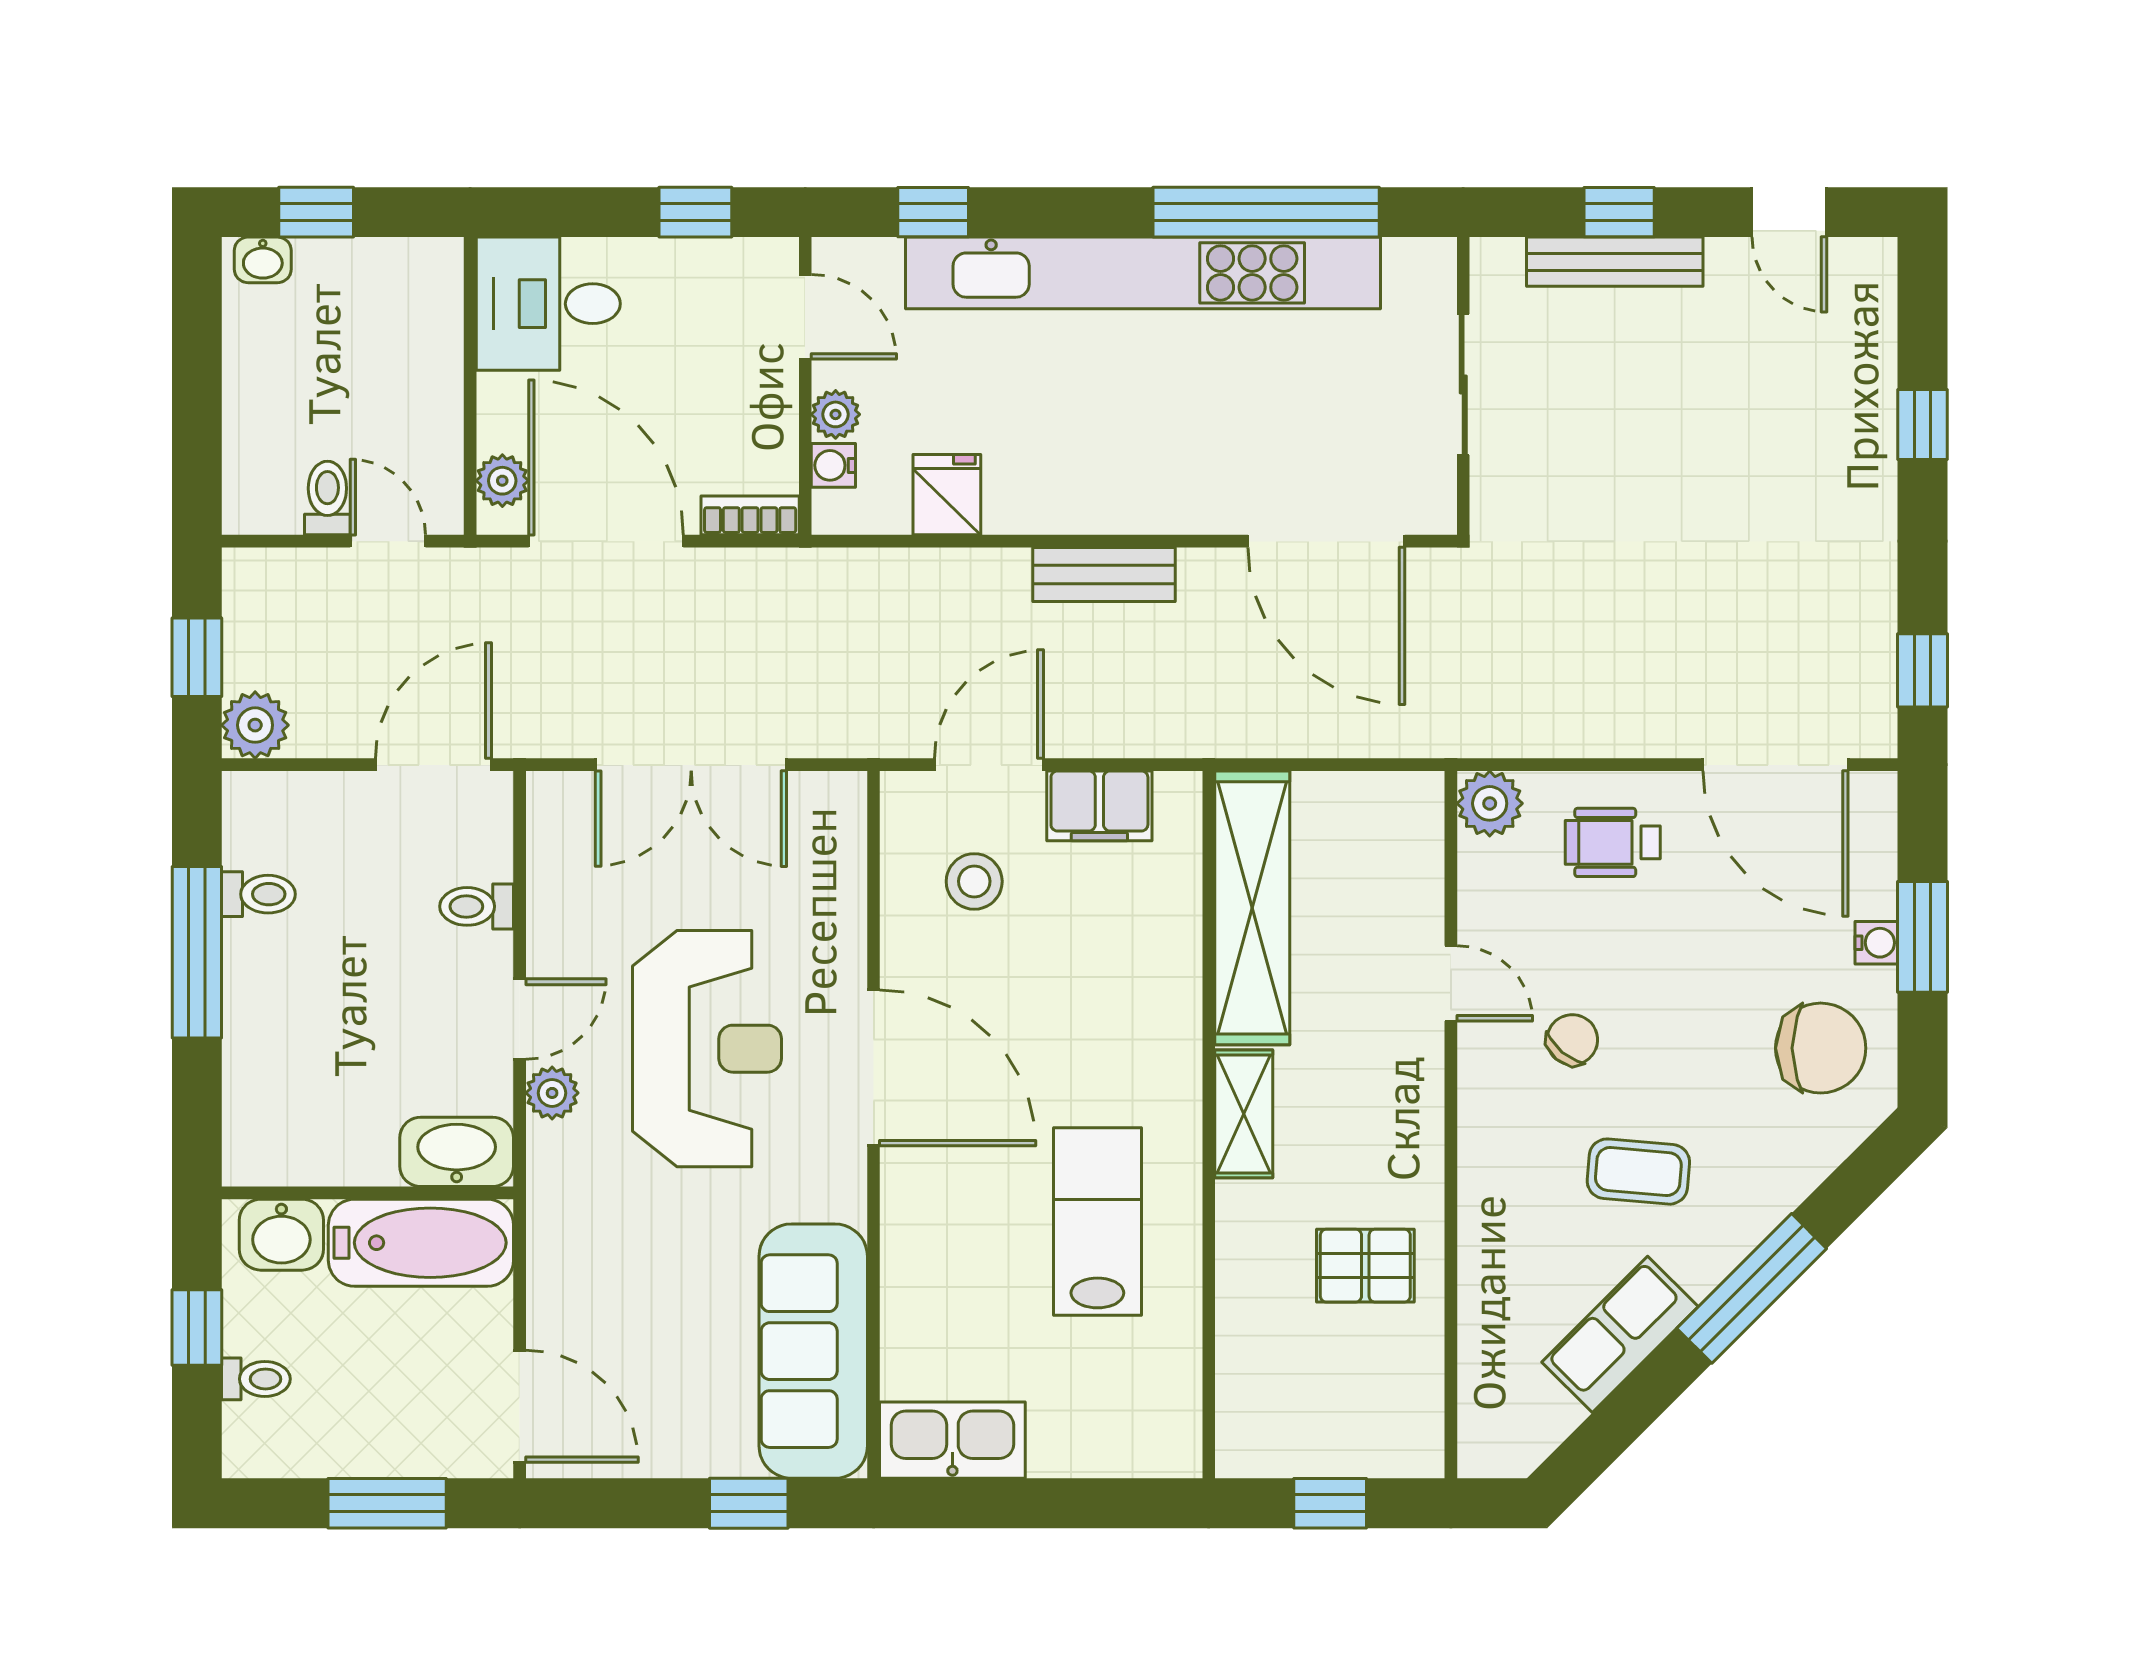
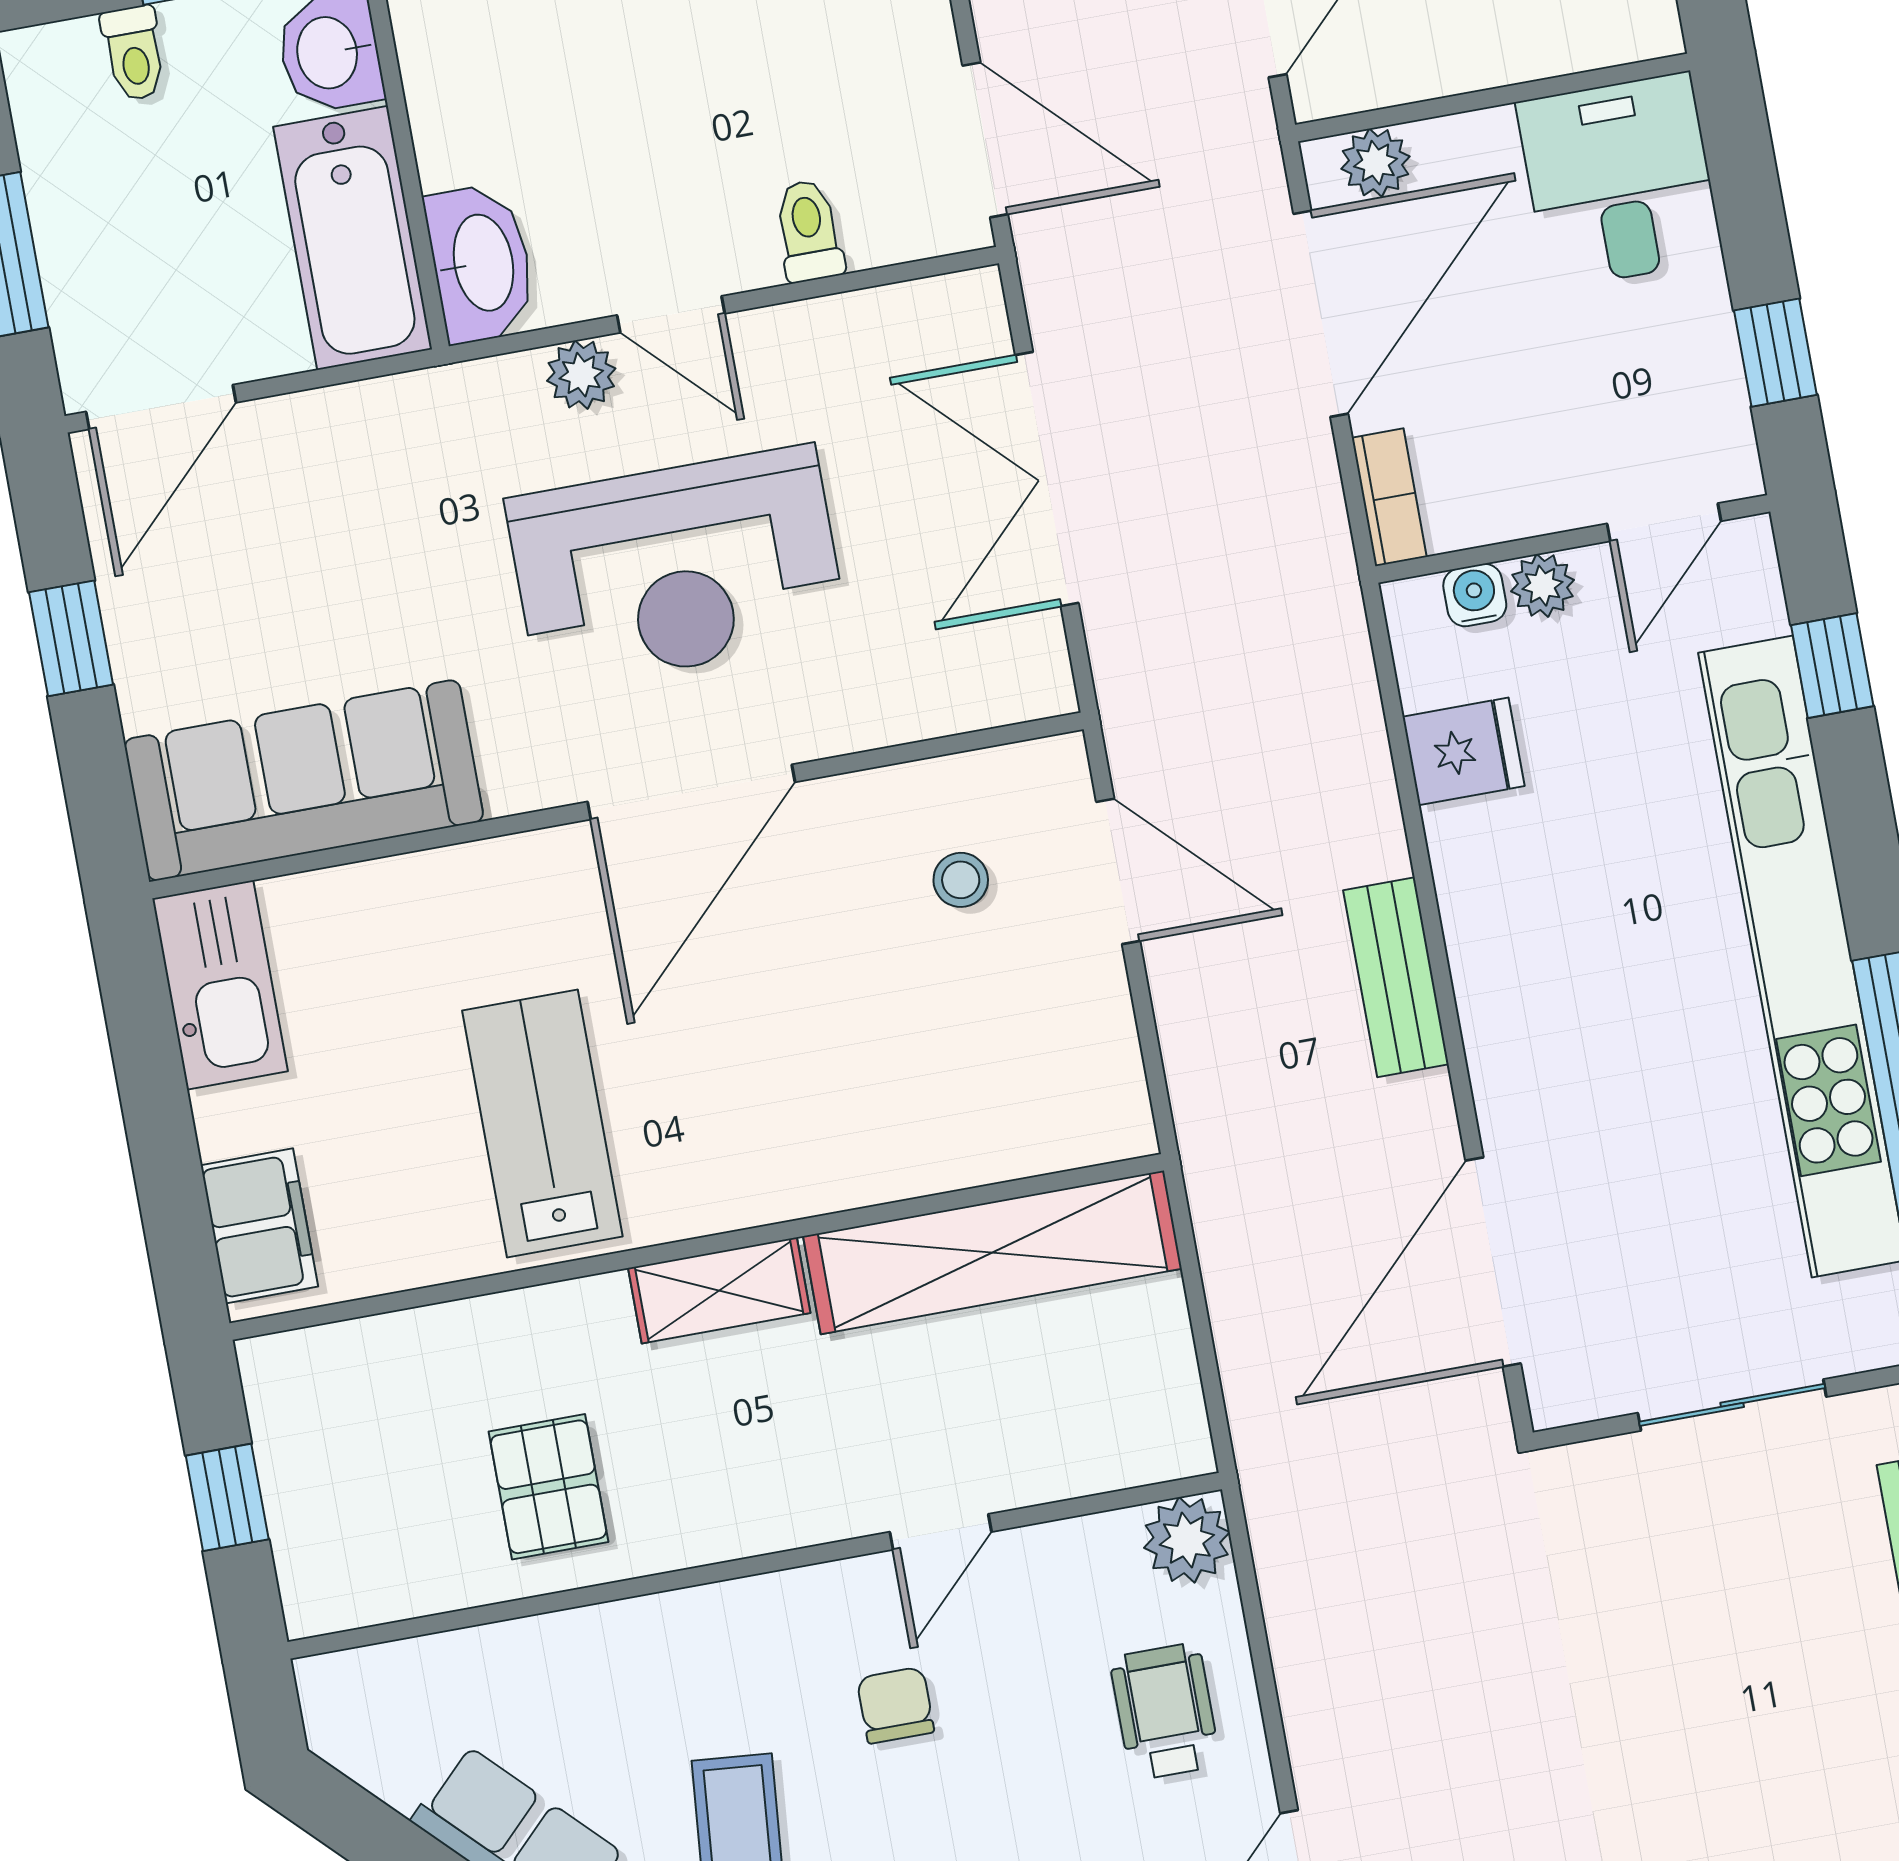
filing cabinet: (1099, 806) -> (259, 1226), moved, turned 180
stool: (974, 881) -> (961, 880), width x0.73, depth x0.73
chair: (1572, 1040) -> (895, 1705), turned -130
lab bench: (1097, 1222) -> (542, 1124), turned -90
window: (749, 1503) -> (71, 638), moved

